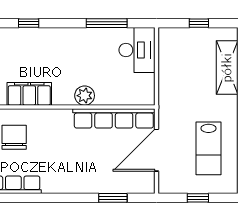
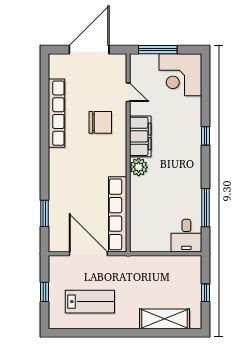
desk: (137, 50) -> (186, 236), width x0.73
plant: (85, 96) -> (139, 167), moved
lab bench: (209, 148) -> (90, 302), turned 180

